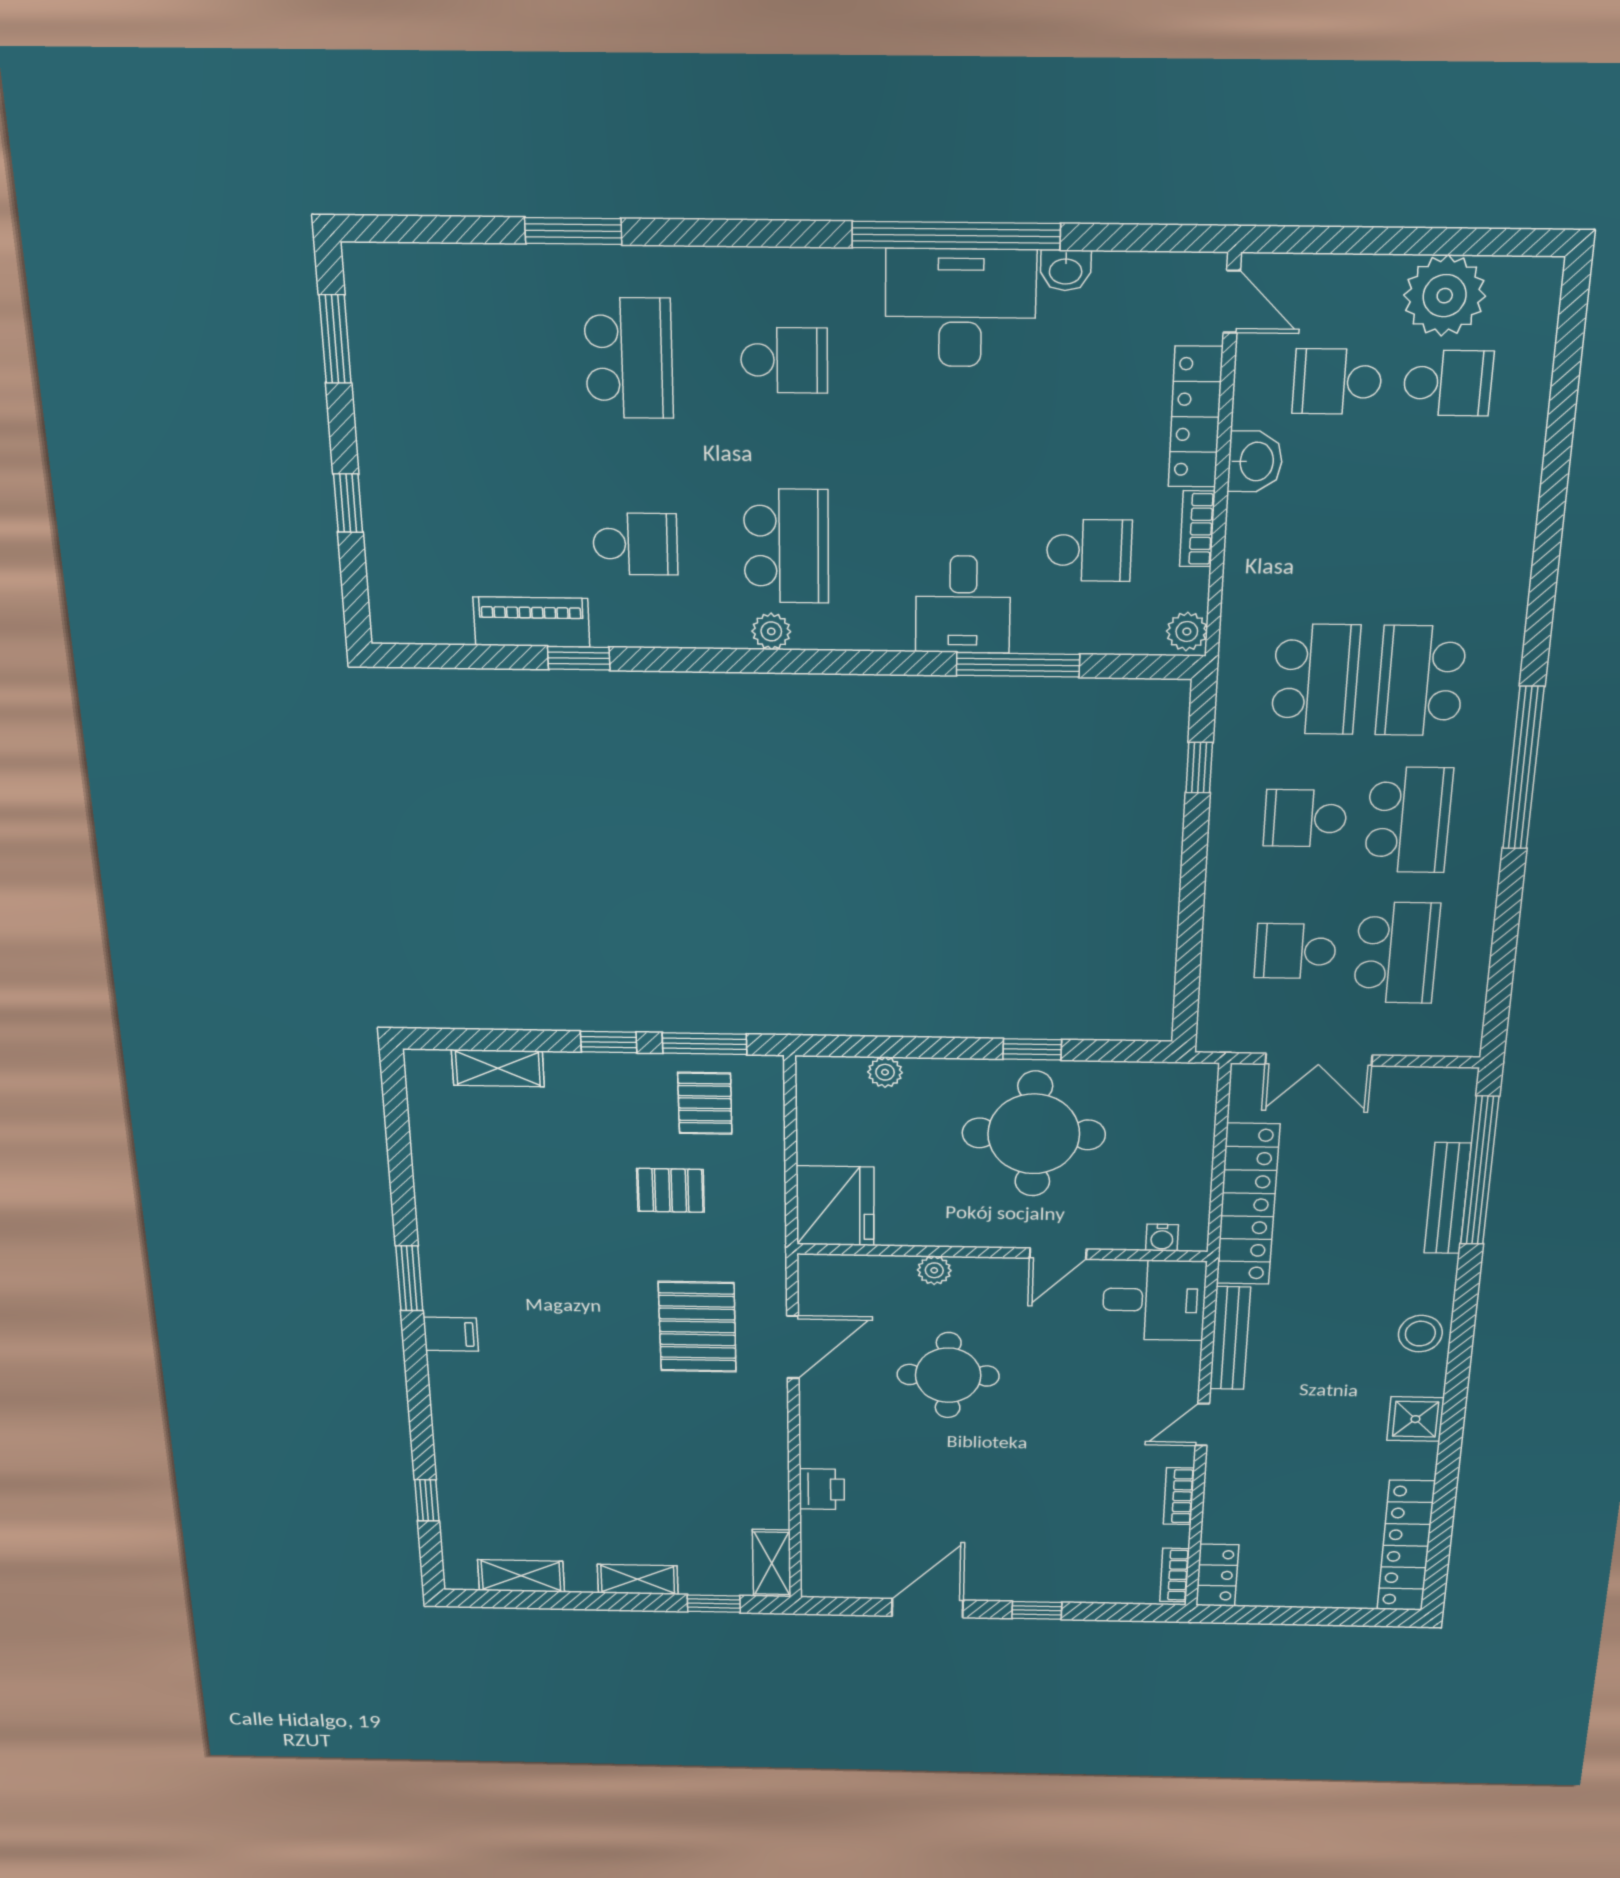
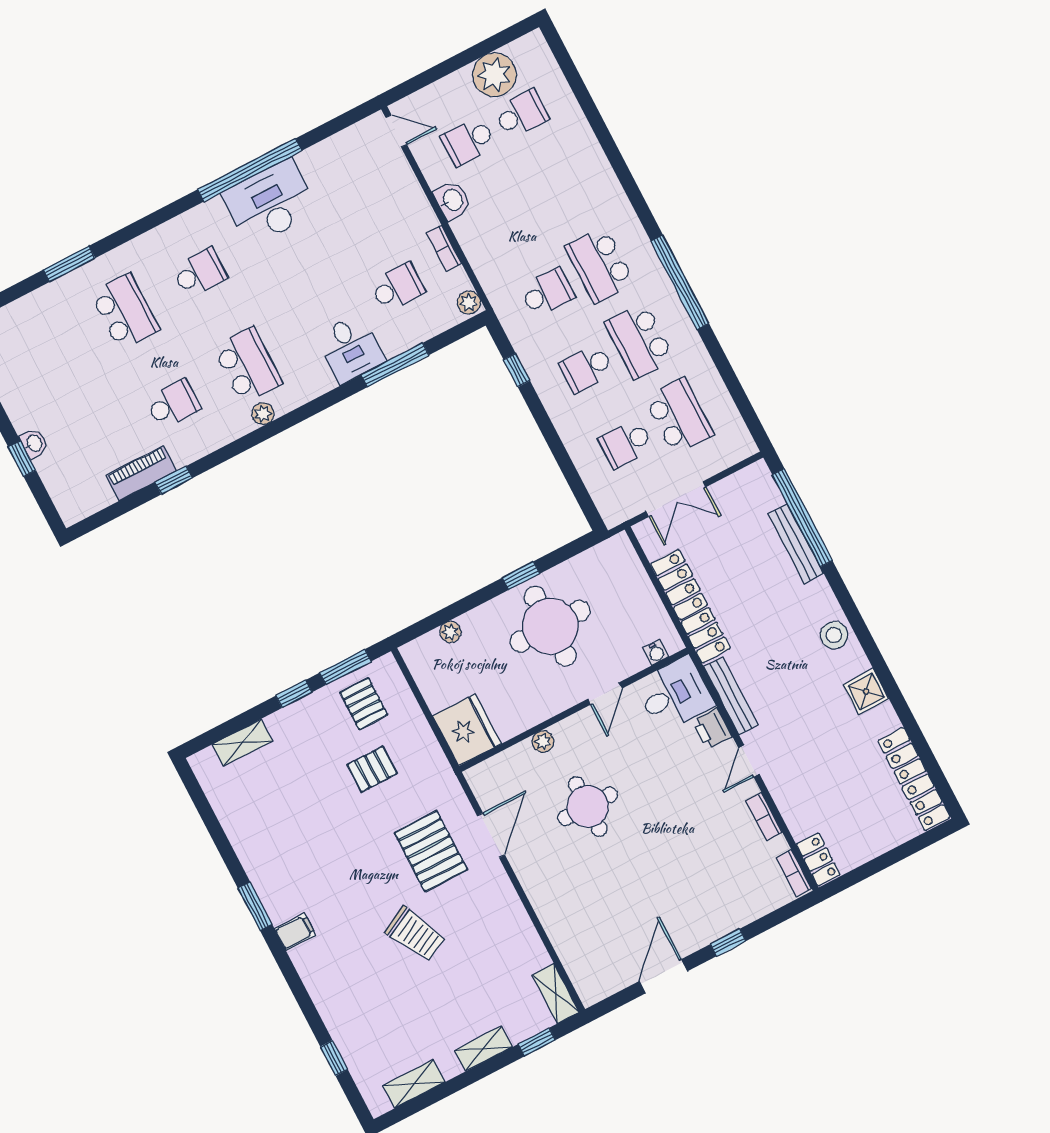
washbasin: (1066, 270) -> (34, 443), moved, turned -90
locker: (1195, 417) -> (411, 194), removed
school desk: (1315, 679) -> (547, 293), width x0.54
school desk: (1408, 820) -> (639, 341), turned 180
trolley: (619, 1413) -> (415, 934), added
printer: (822, 1489) -> (712, 729), moved, turned 180

